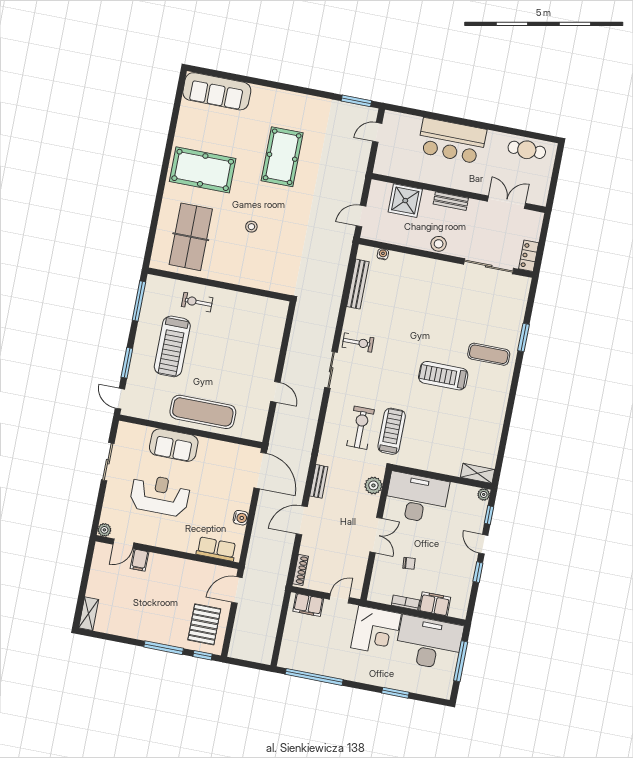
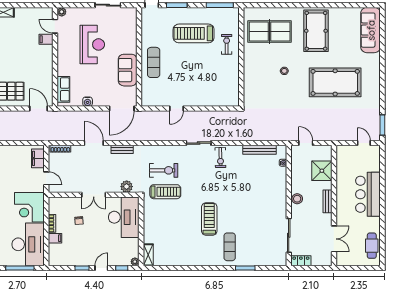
pool table: (282, 157) -> (335, 82), width x1.36, depth x1.32
exercise mat: (203, 412) -> (154, 62), width x0.73, depth x0.69
sofa: (174, 445) -> (128, 70), moved
filing cabinet: (435, 604) -> (55, 238), width x0.50

